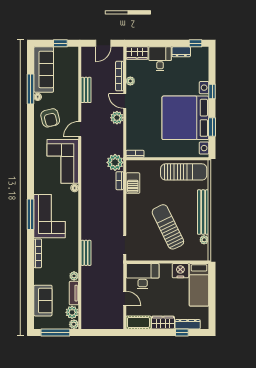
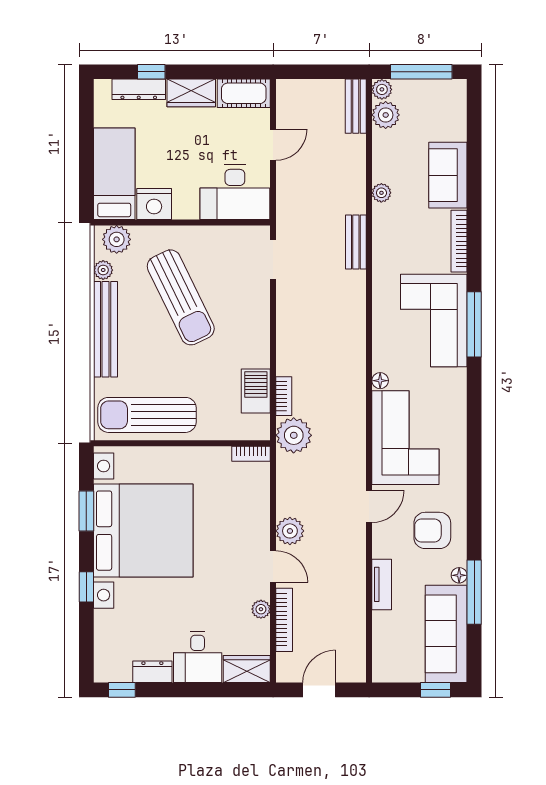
window: (60, 43) -> (436, 690), moved
bench: (86, 90) -> (356, 106), moved
armchair: (50, 118) -> (432, 530), turned -76
plant: (198, 254) -> (117, 239), added
tv unit: (74, 293) -> (382, 584), moved
door: (125, 298) -> (273, 145), swing flipped
sofa: (43, 301) -> (448, 175), moved

